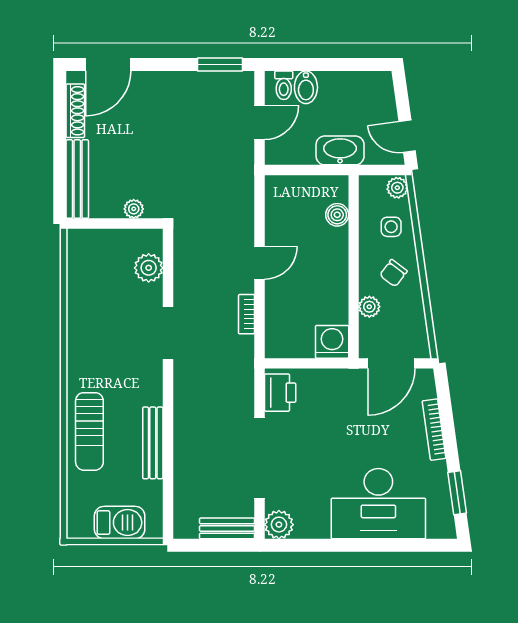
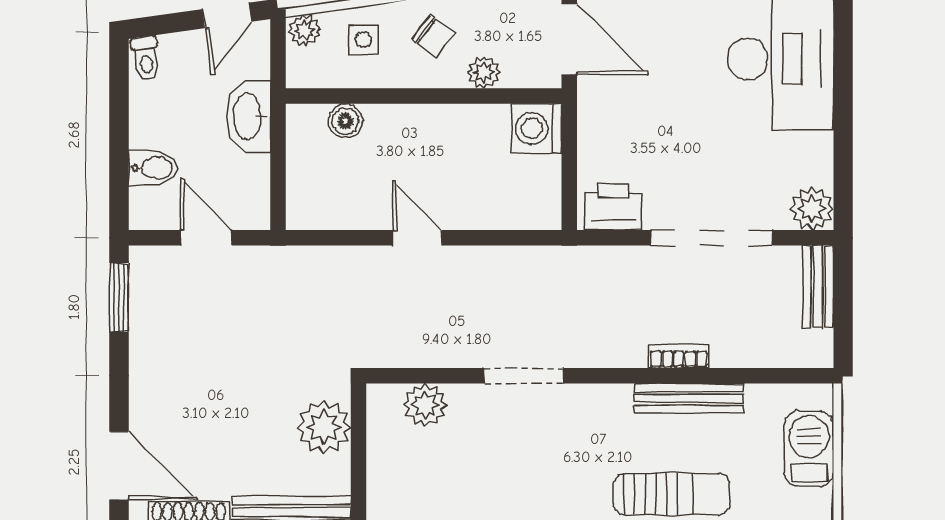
toilet: (284, 85) -> (146, 58), moved, turned 82
plant: (134, 209) -> (324, 427), width x1.88, depth x1.88
bookcase: (247, 314) -> (679, 356), moved, turned 180

